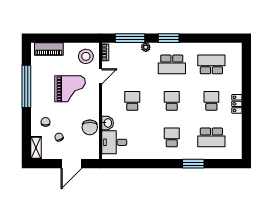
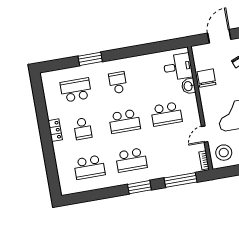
plant: (146, 47) -> (162, 173), removed
school desk: (172, 64) -> (131, 160), turned 180
school desk: (132, 101) -> (166, 114), width x1.85
school desk: (172, 101) -> (125, 121), width x1.85
school desk: (172, 137) -> (118, 83), turned 180

